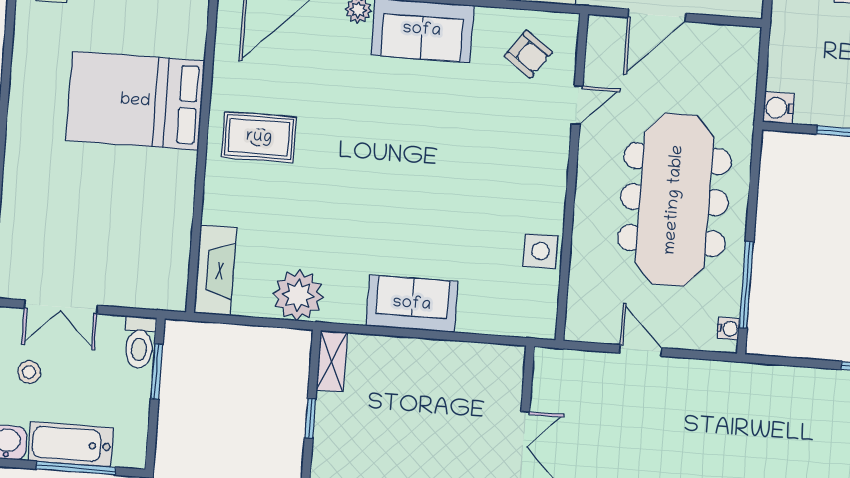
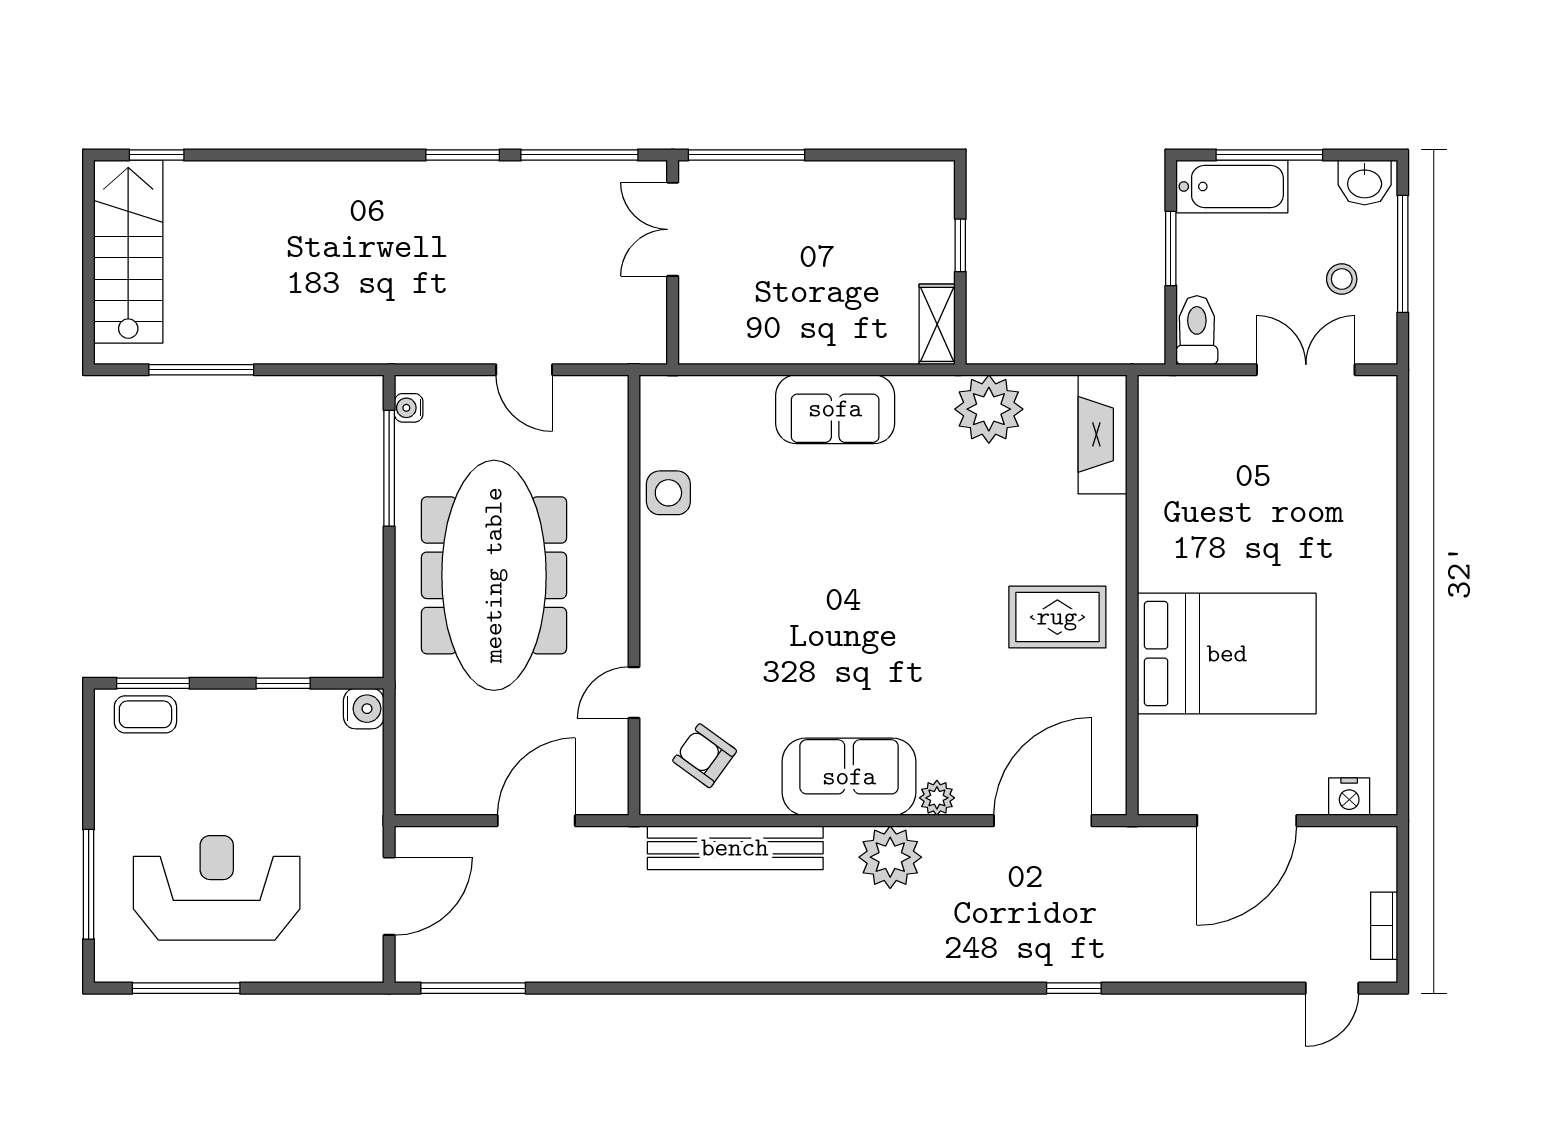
window: (157, 372) -> (1171, 248), moved
bathtub: (71, 444) -> (1232, 186), moved

